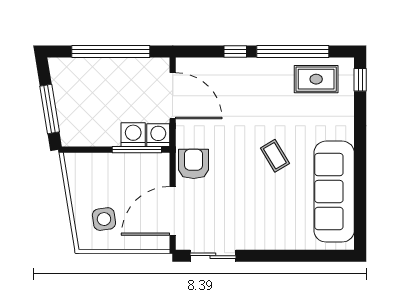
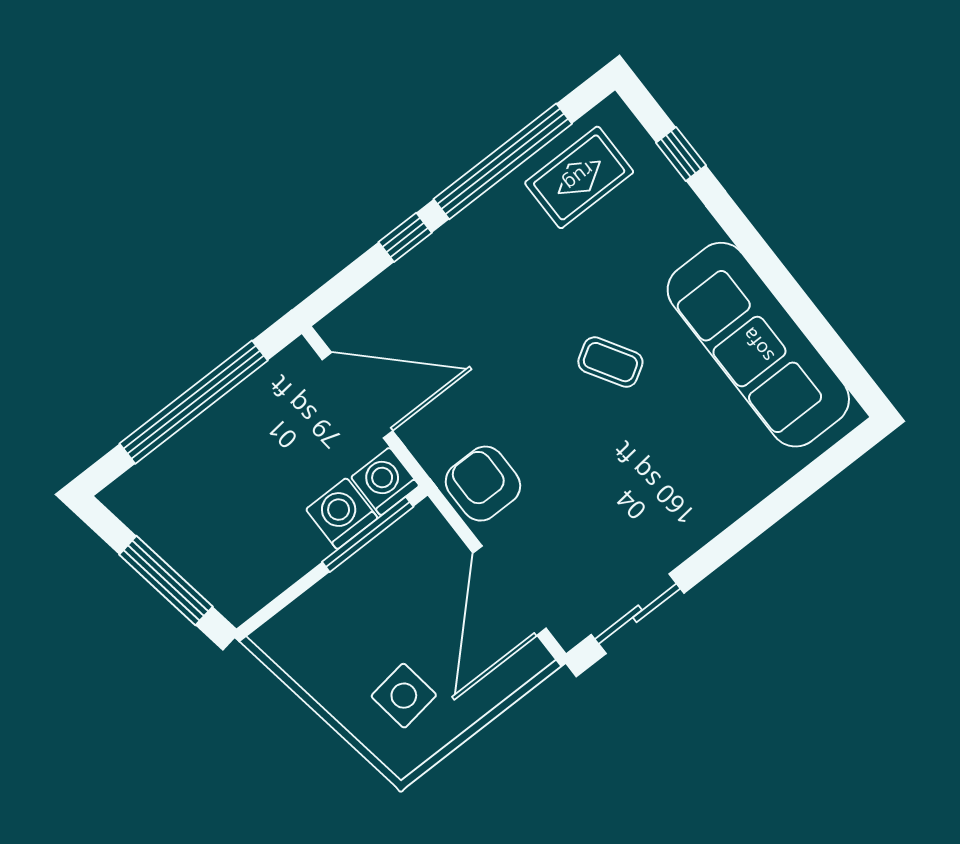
window: (360, 80) -> (681, 154), moved

